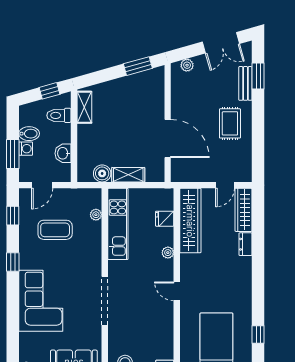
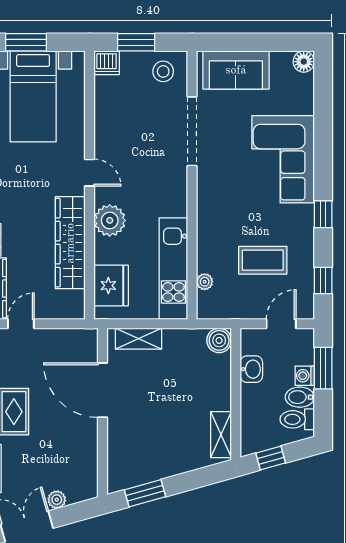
plant: (187, 65) -> (57, 500), moved
toilet: (59, 115) -> (297, 419), moved, turned 180
boiler: (102, 173) -> (219, 340), moved
shelving: (128, 175) -> (139, 339), moved
fridge: (165, 219) -> (111, 286), width x1.88, depth x1.34
wardrobe: (190, 221) -> (70, 243), moved
plant: (168, 253) -> (110, 220), width x1.88, depth x1.88
doorway: (105, 301) -> (192, 131), moved

